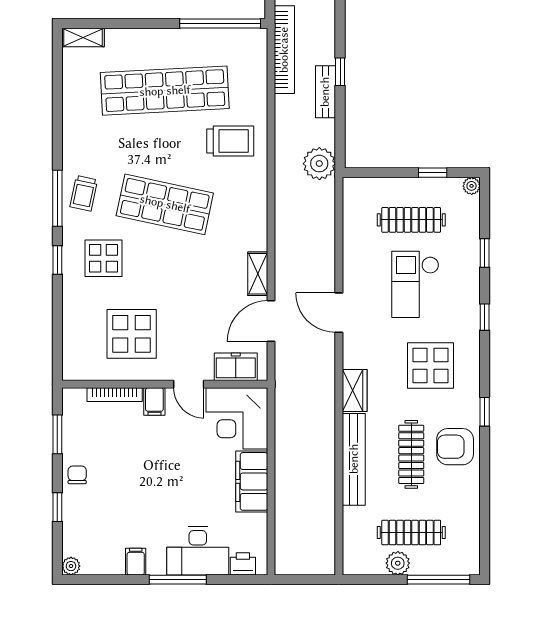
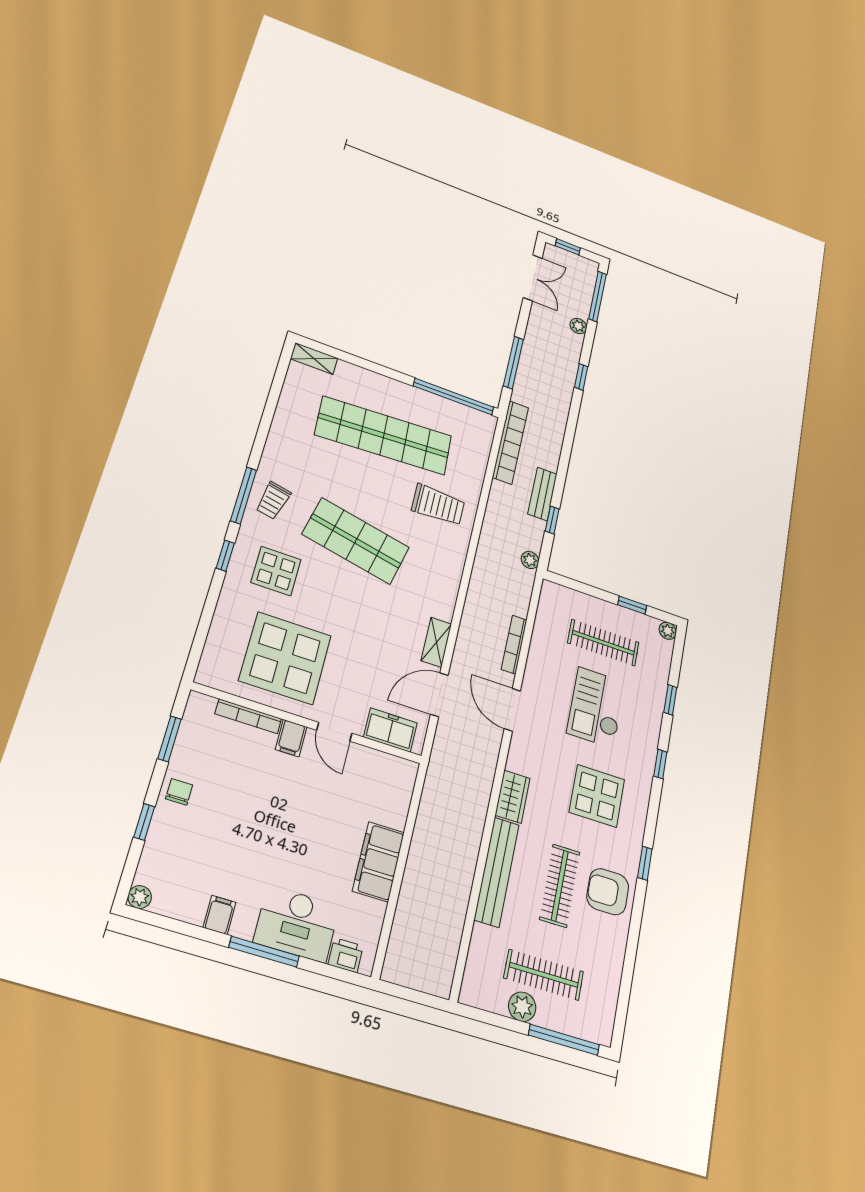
window: (340, 72) -> (552, 520), moved
plant: (319, 164) -> (530, 560), width x0.53, depth x0.53
bookcase: (328, 251) -> (514, 645), added
display table: (132, 334) -> (285, 658), width x1.36, depth x1.36
corner desk: (237, 418) -> (378, 786), removed

